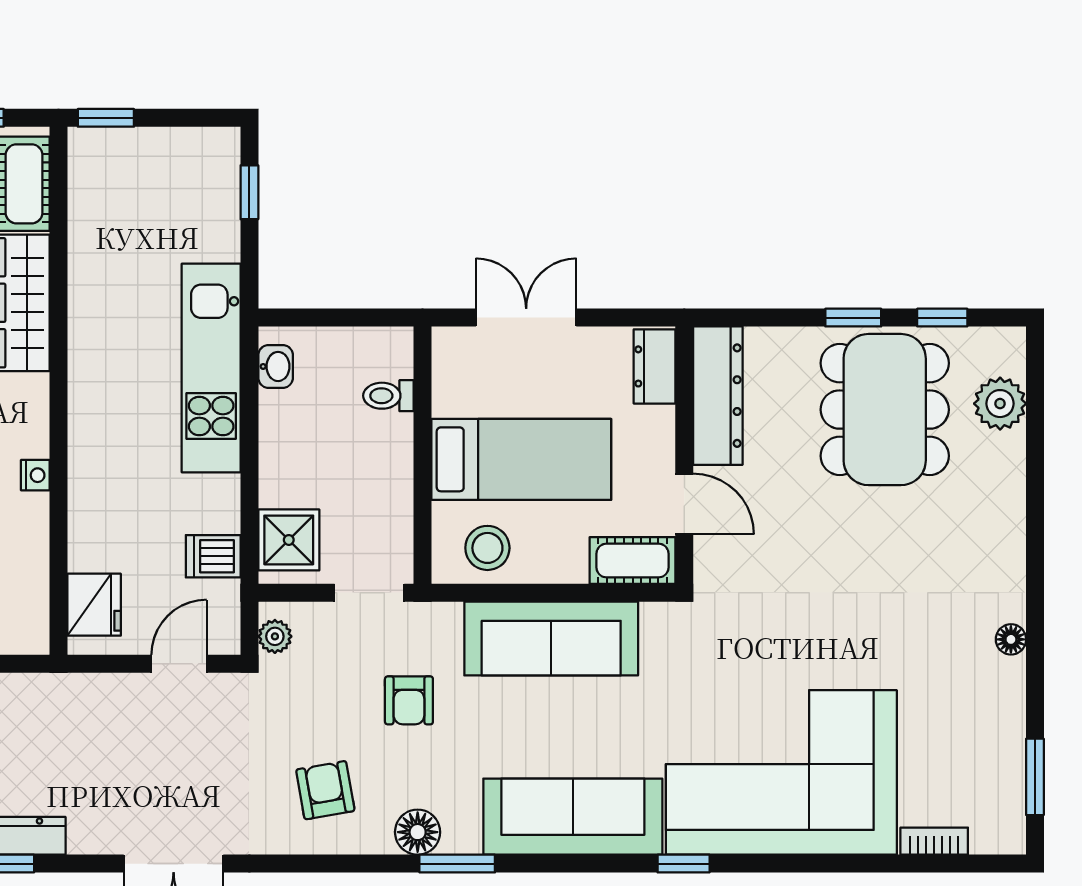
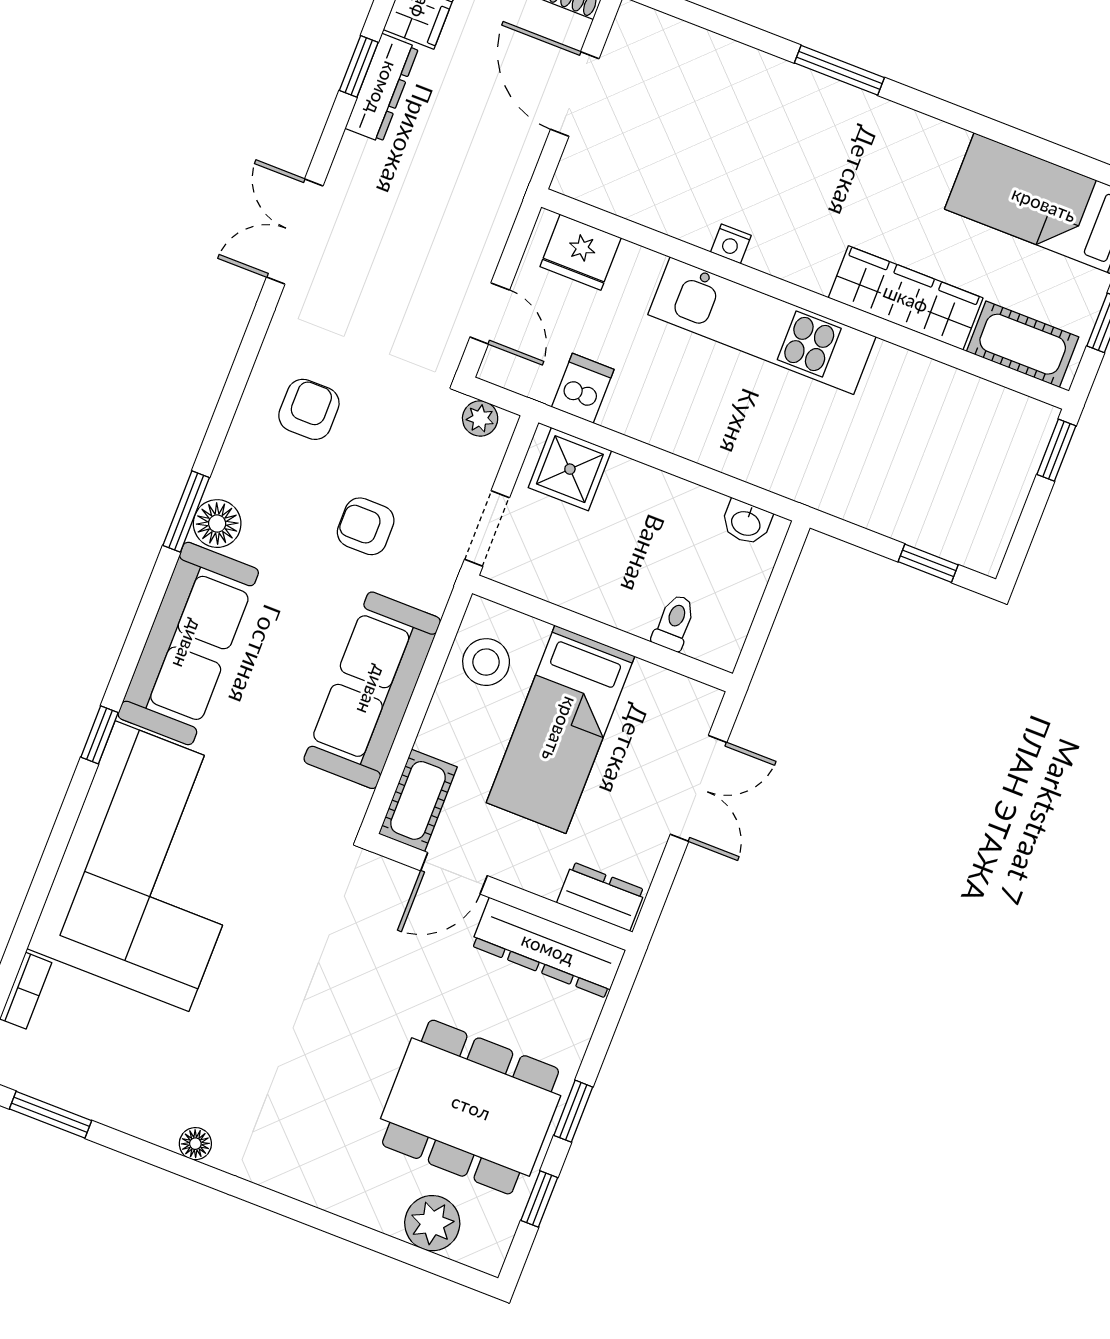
kitchen unit: (211, 368) -> (762, 326), moved, turned 180
armchair: (325, 790) -> (309, 409), turned -80
floor lamp: (418, 832) -> (217, 524), moved

